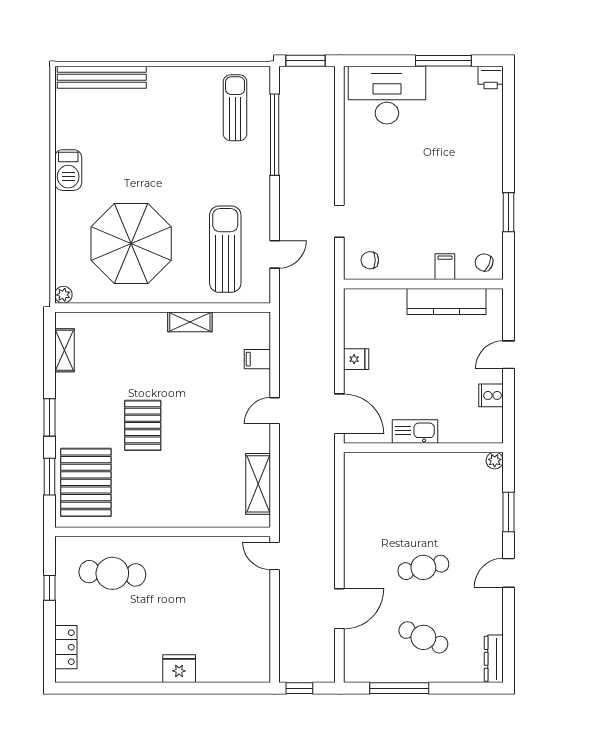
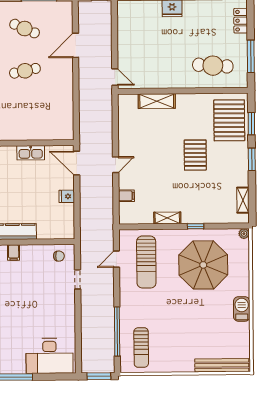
window: (143, 308) -> (196, 226), added
shelving: (258, 484) -> (157, 101), moved, turned 90
window: (49, 588) -> (251, 56), width x2.17

